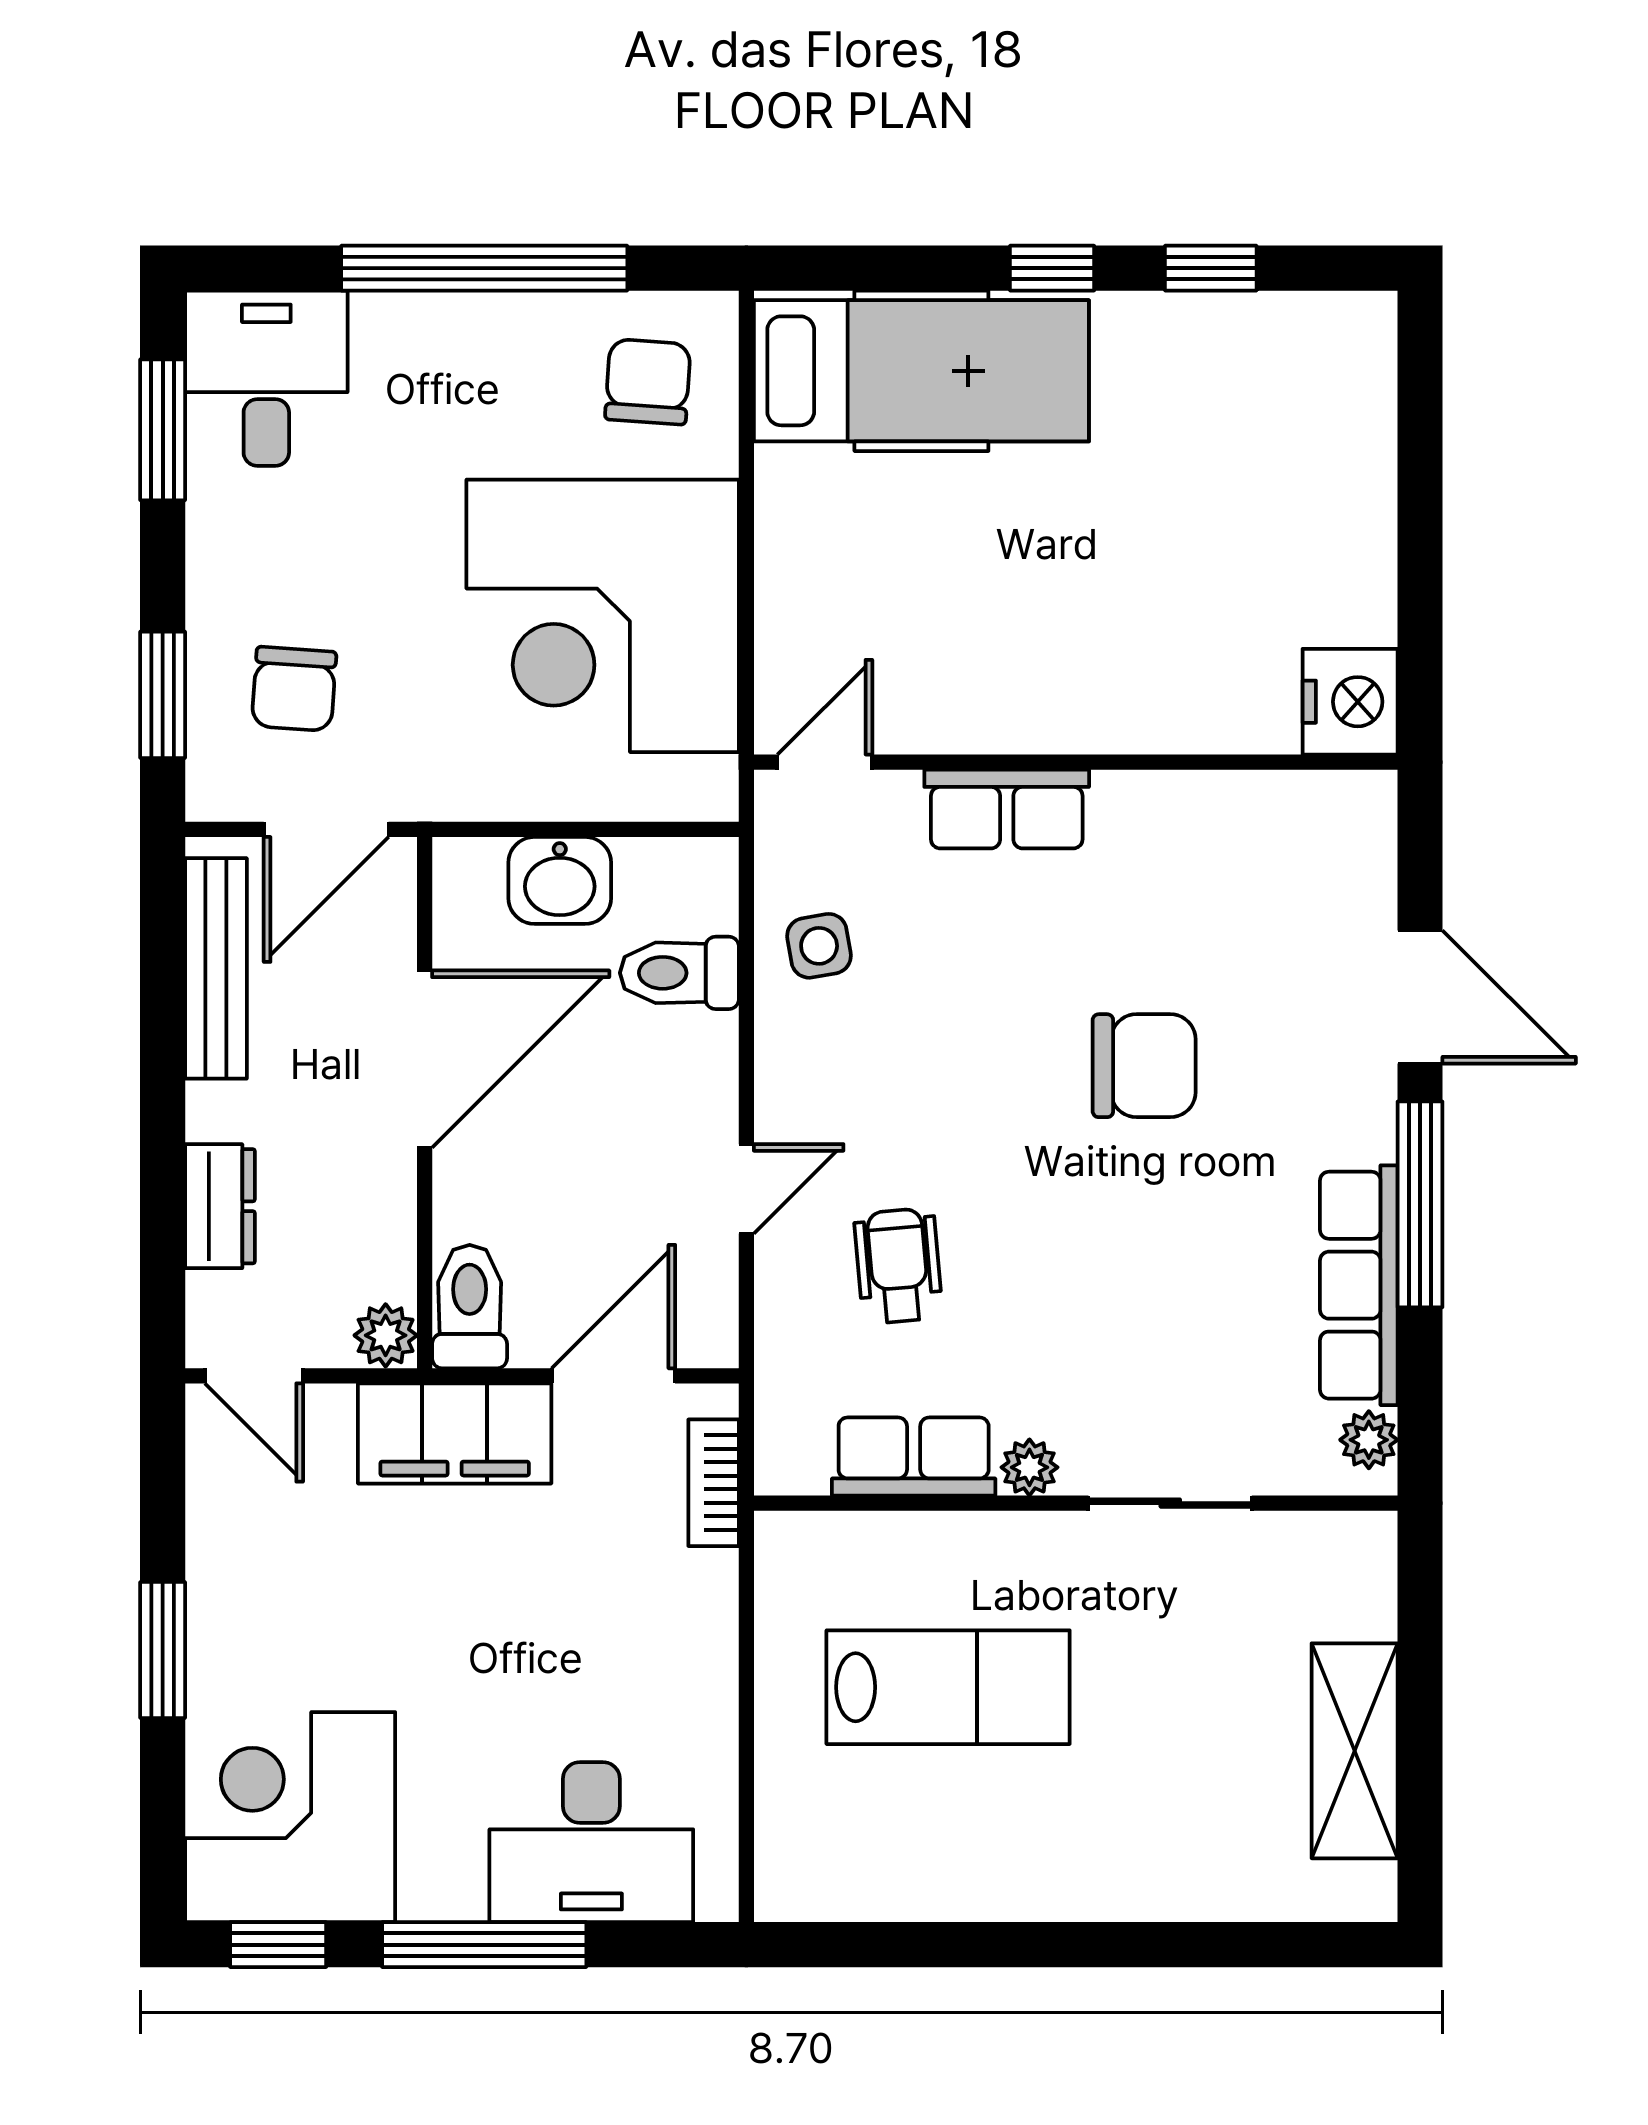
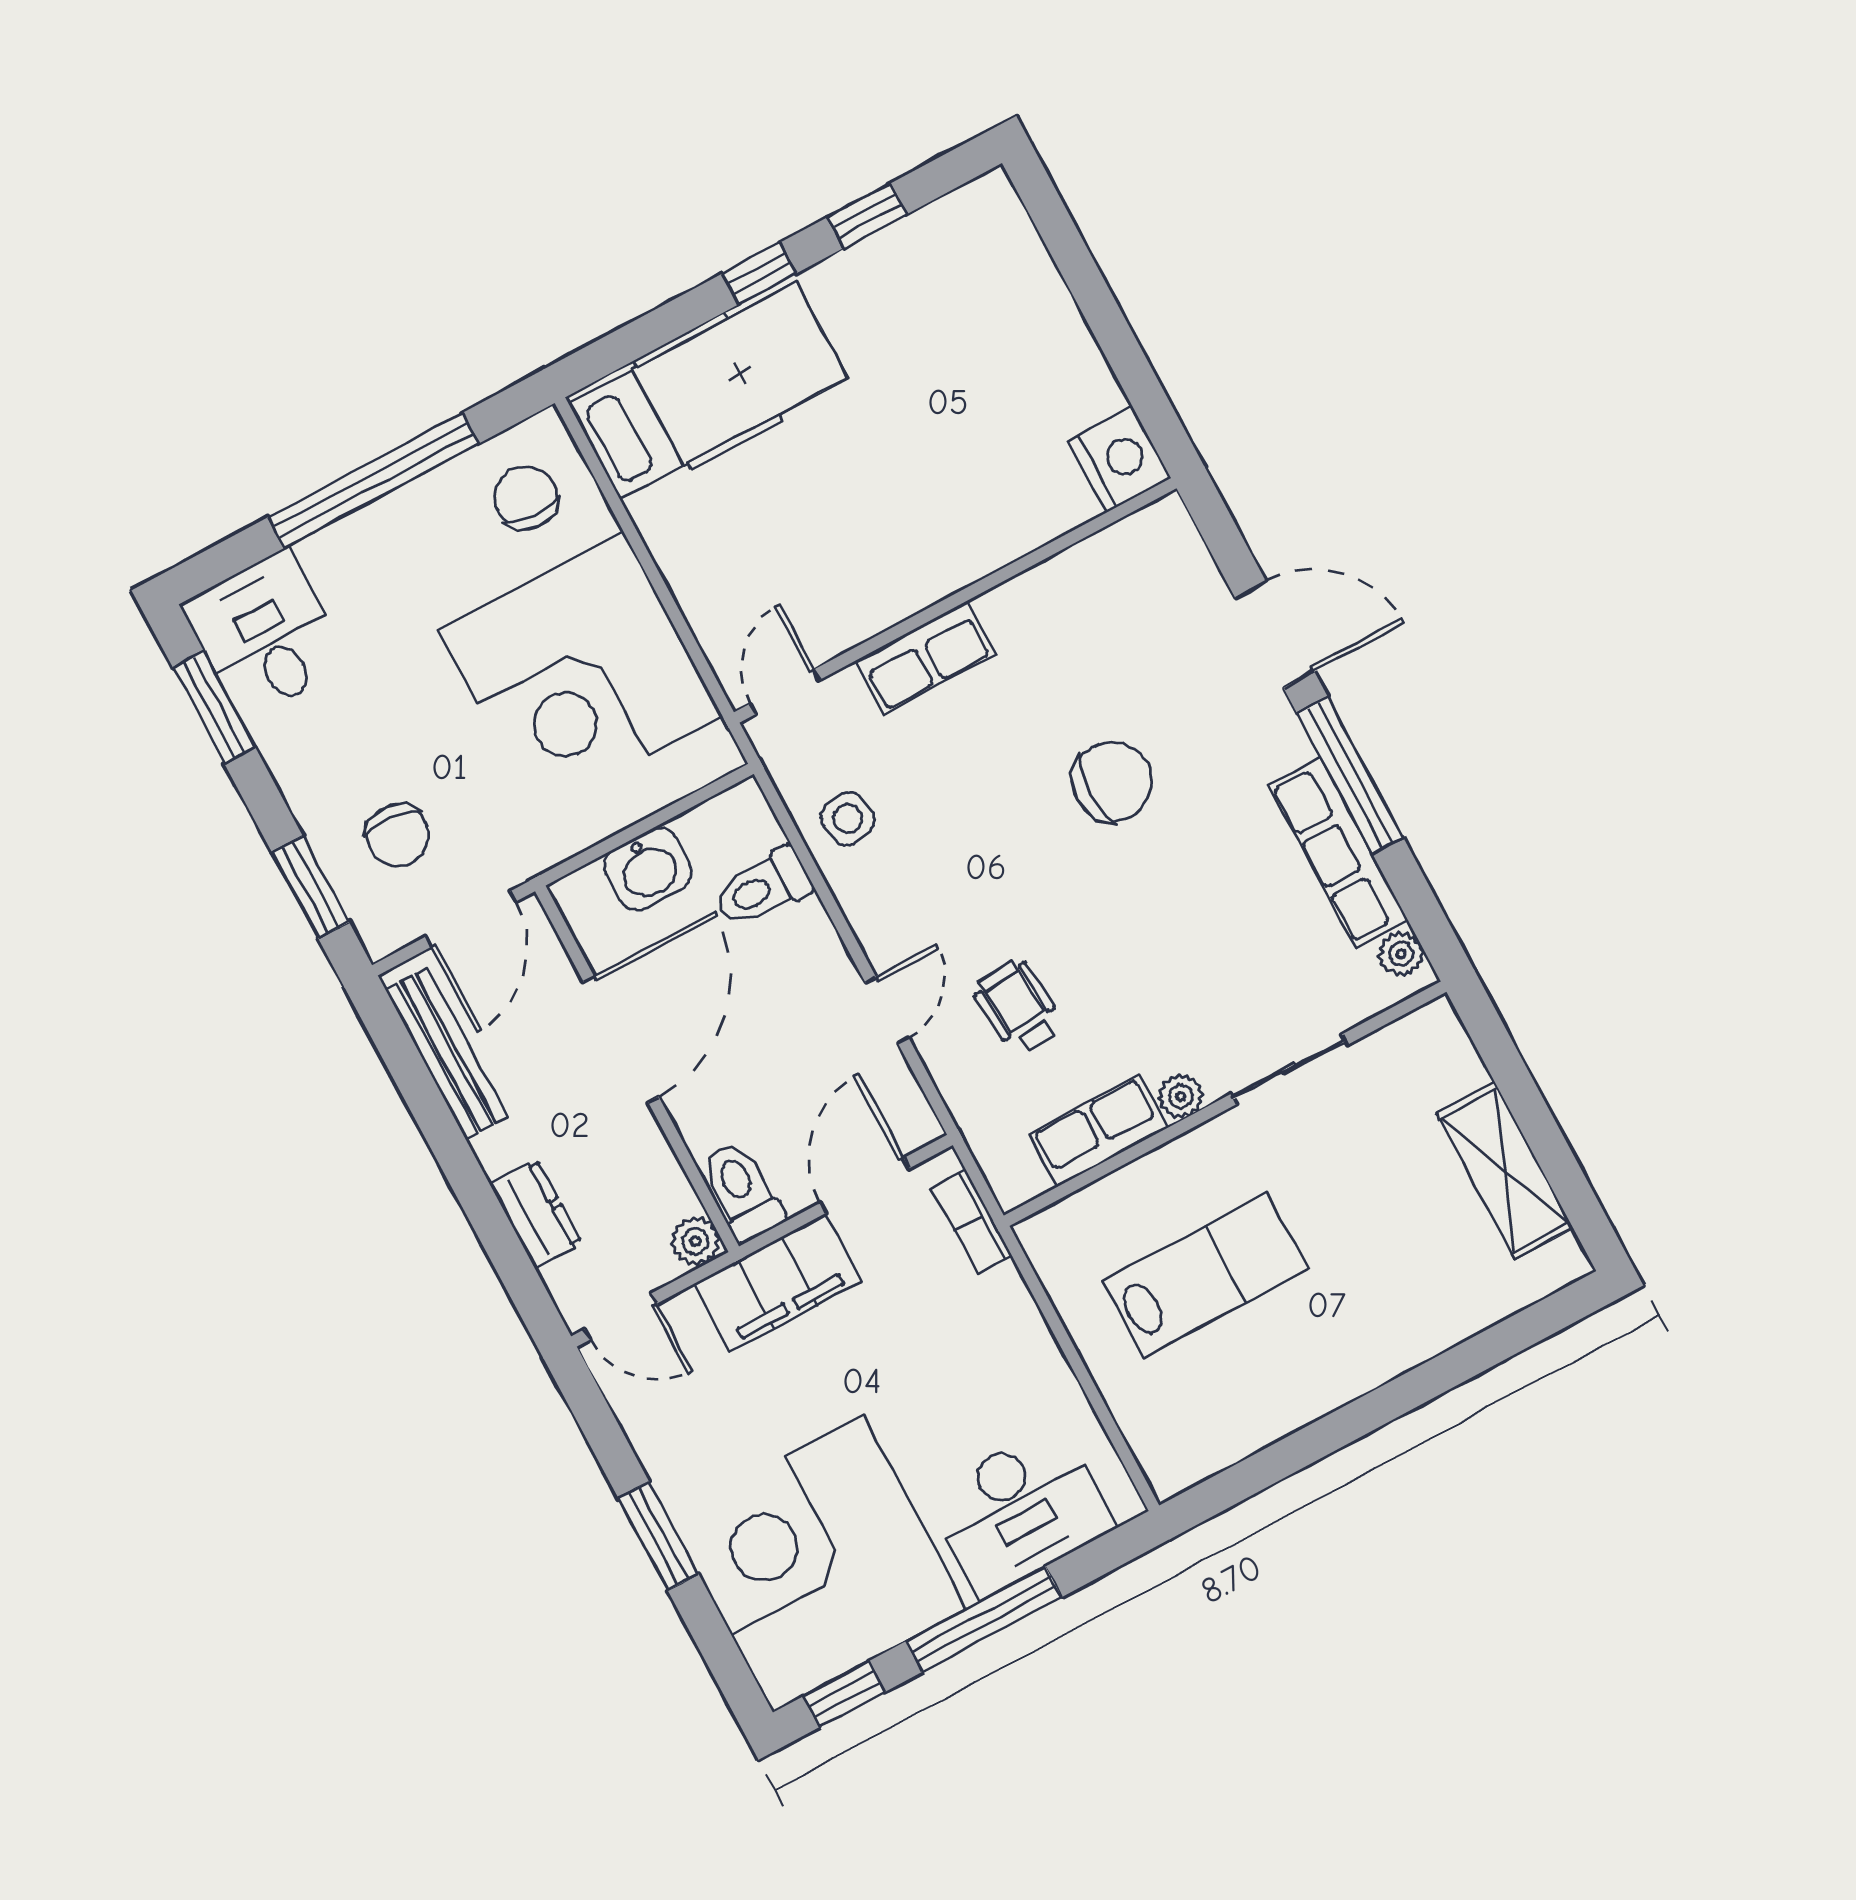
corner desk: (290, 1817) -> (818, 1564), width x1.36, depth x1.36

